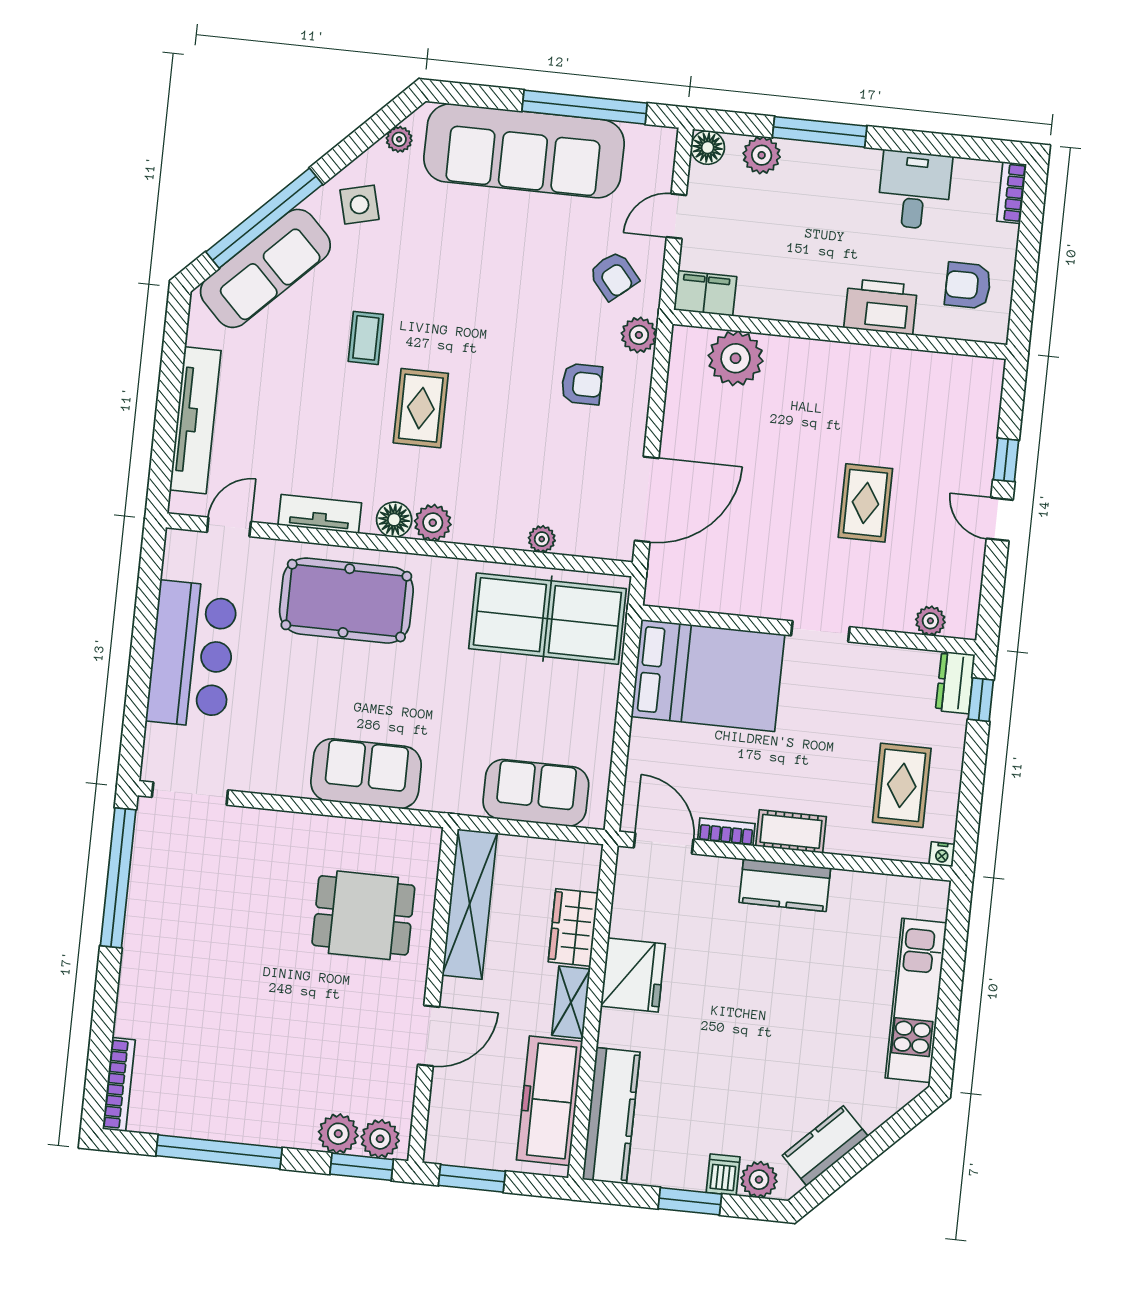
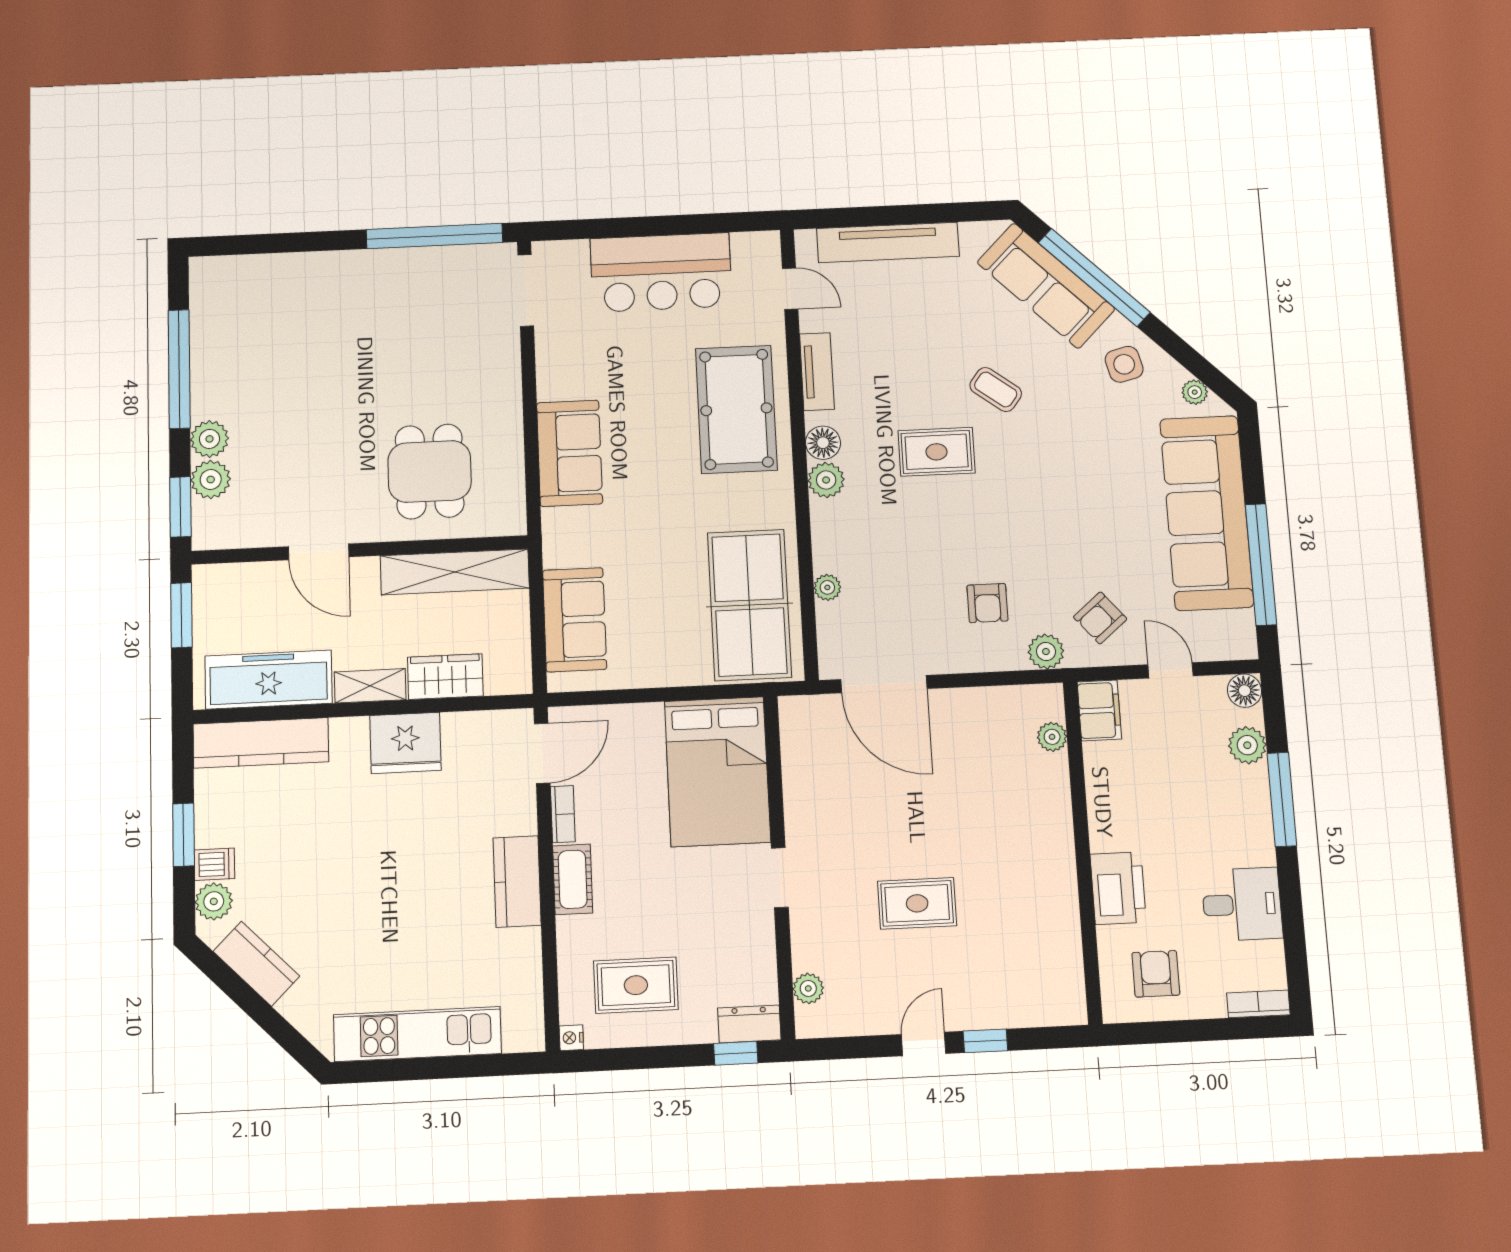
coffee table: (366, 338) -> (996, 389), turned 37
plant: (736, 358) -> (1052, 737), width x0.53, depth x0.53
bookcase: (119, 1084) -> (234, 266), removed
plant: (380, 1139) -> (210, 439), moved

